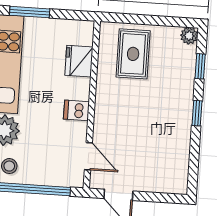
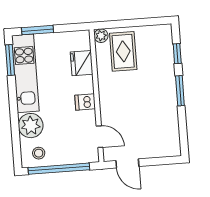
plant: (189, 36) -> (101, 36), moved
window: (197, 113) -> (180, 91), width x1.50

